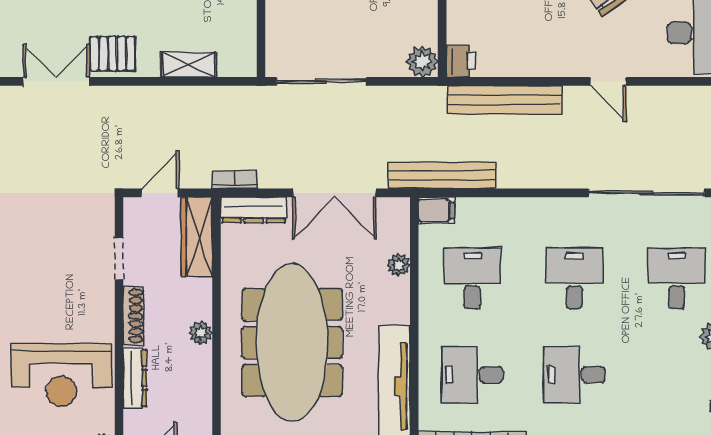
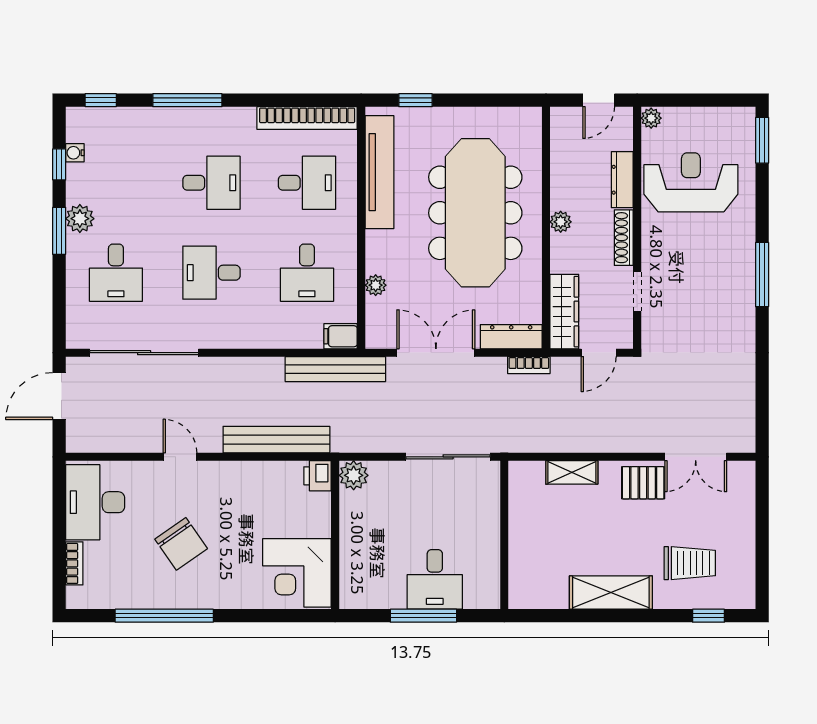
desk: (574, 278) -> (211, 273), turned 90

